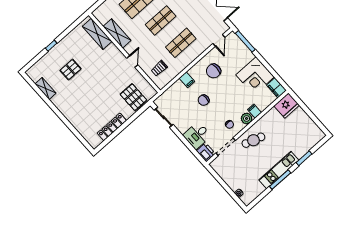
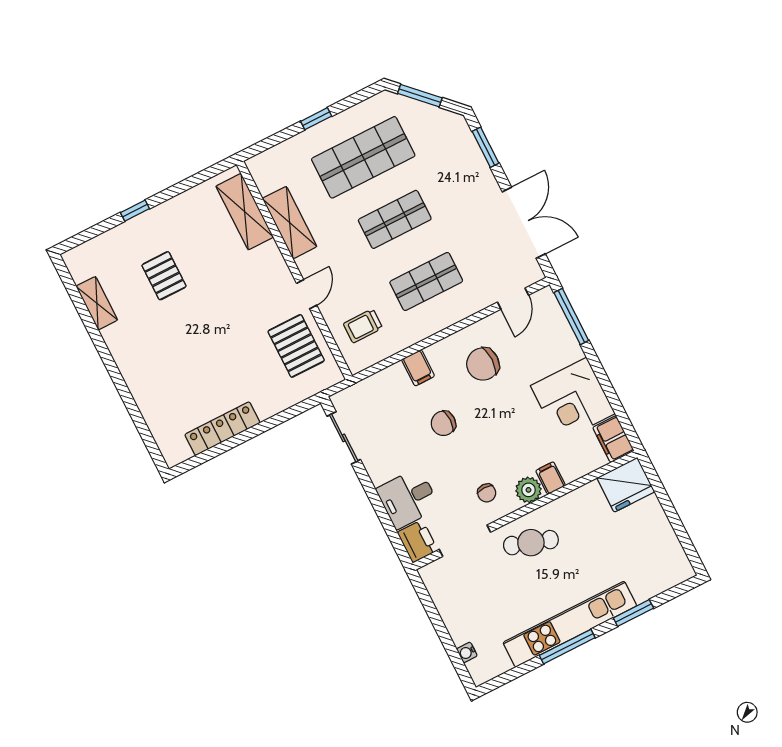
pallet: (71, 70) -> (164, 276), turned 90
pallet: (133, 97) -> (296, 346), moved
kitchen unit: (279, 170) -> (570, 624), width x1.36

